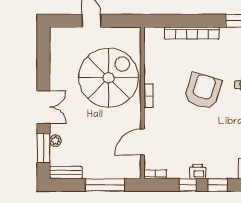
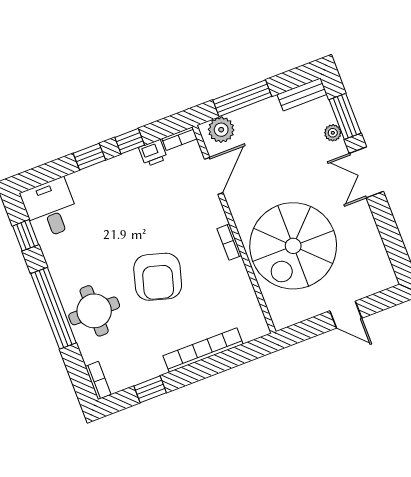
plant: (126, 170) -> (221, 130), added
printer: (198, 172) -> (153, 153), moved

